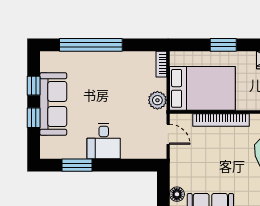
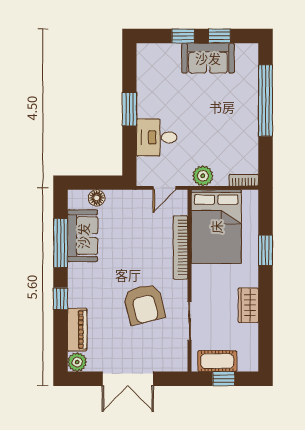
sofa: (53, 104) -> (208, 58), width x0.73
desk: (104, 141) -> (157, 137), moved
window: (77, 165) -> (129, 109), moved

